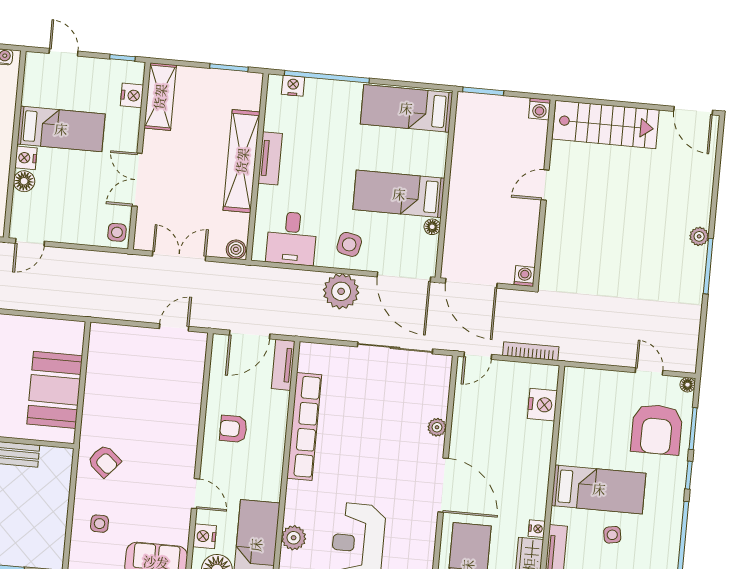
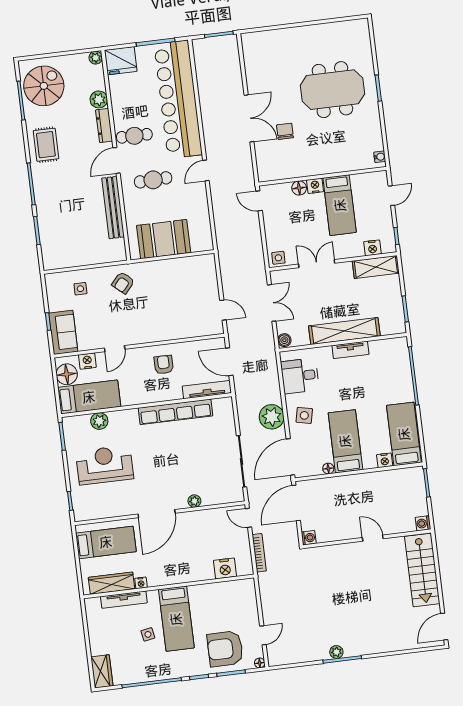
nightstand: (293, 86) -> (385, 460), moved, turned 90
plant: (699, 236) -> (336, 652), moved
tv unit: (283, 365) -> (207, 390), width x1.41

